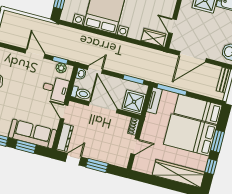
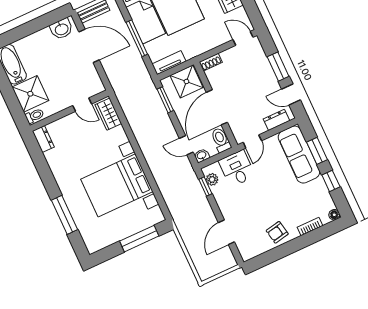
door: (172, 26) -> (82, 105), hinge flipped
door: (35, 54) -> (226, 232), moved
door: (193, 57) -> (89, 46), moved
window: (172, 90) -> (137, 38), moved
dresser: (65, 138) -> (276, 120), width x0.70
door: (135, 146) -> (243, 38), moved

